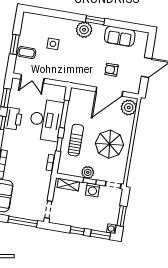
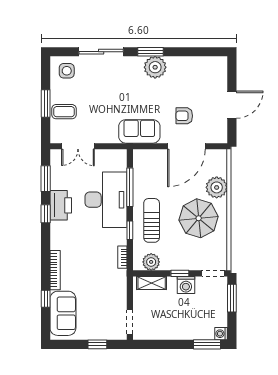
sliding door: (60, 14) -> (101, 52), added
plant: (84, 30) -> (155, 67), moved
sofa: (120, 36) -> (139, 131), moved, turned 180
side table: (53, 44) -> (67, 71), moved
plant: (129, 108) -> (217, 187), moved
plant: (88, 172) -> (151, 262), moved
window: (122, 216) -> (232, 298), moved
window: (23, 222) -> (97, 344), width x0.46
window: (77, 231) -> (174, 344), removed

